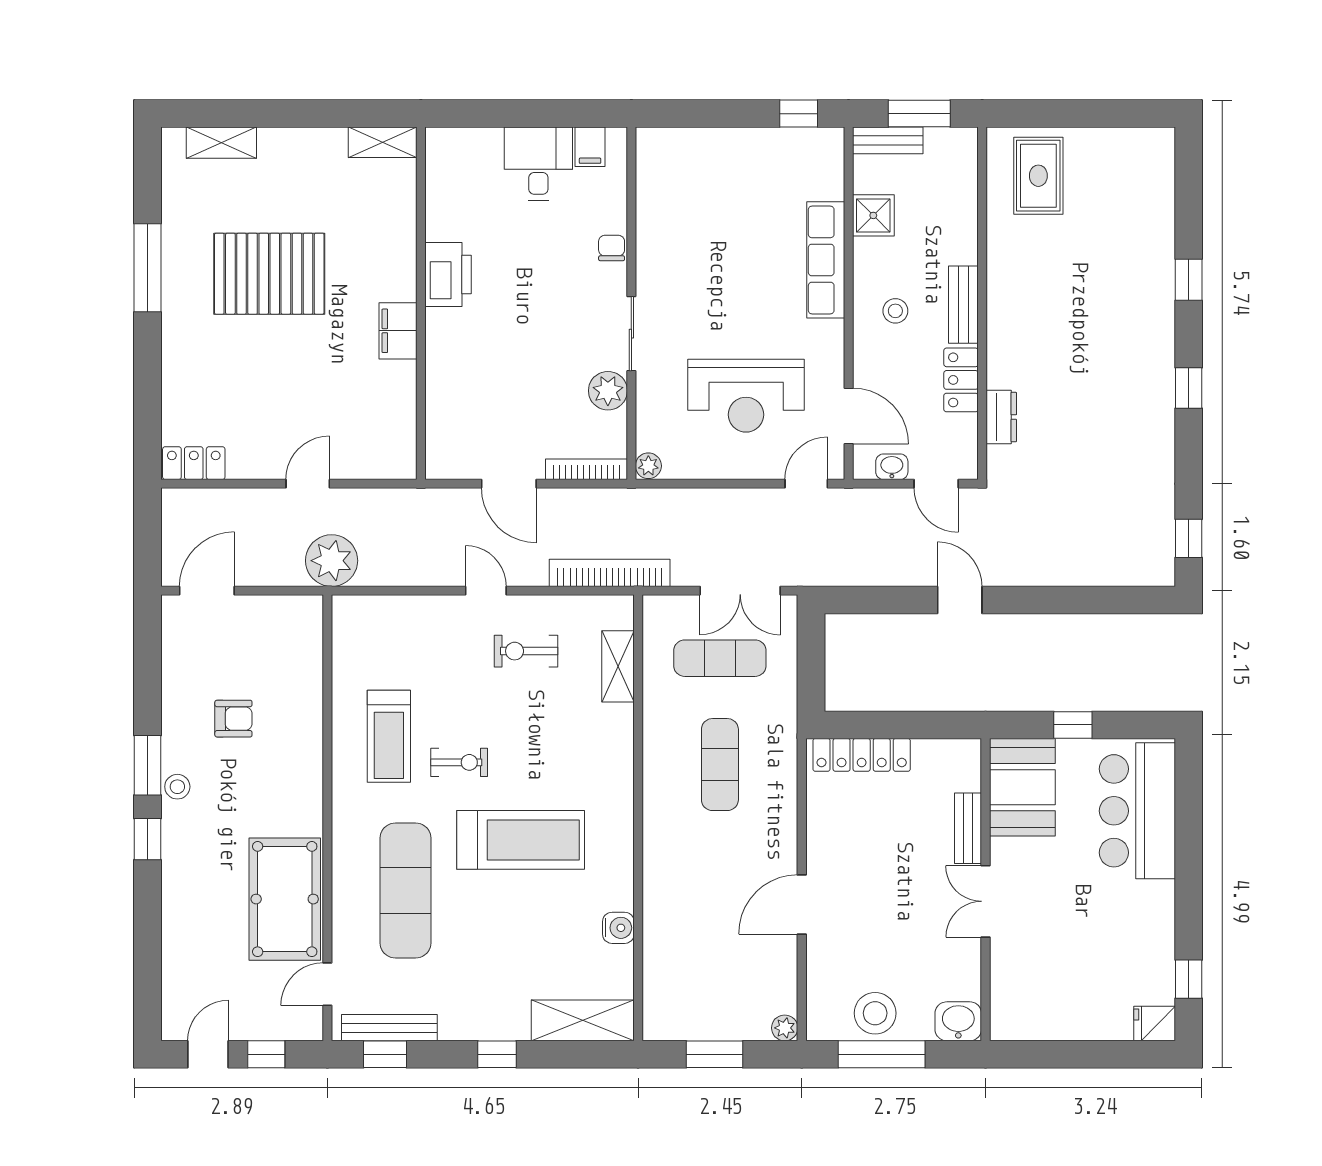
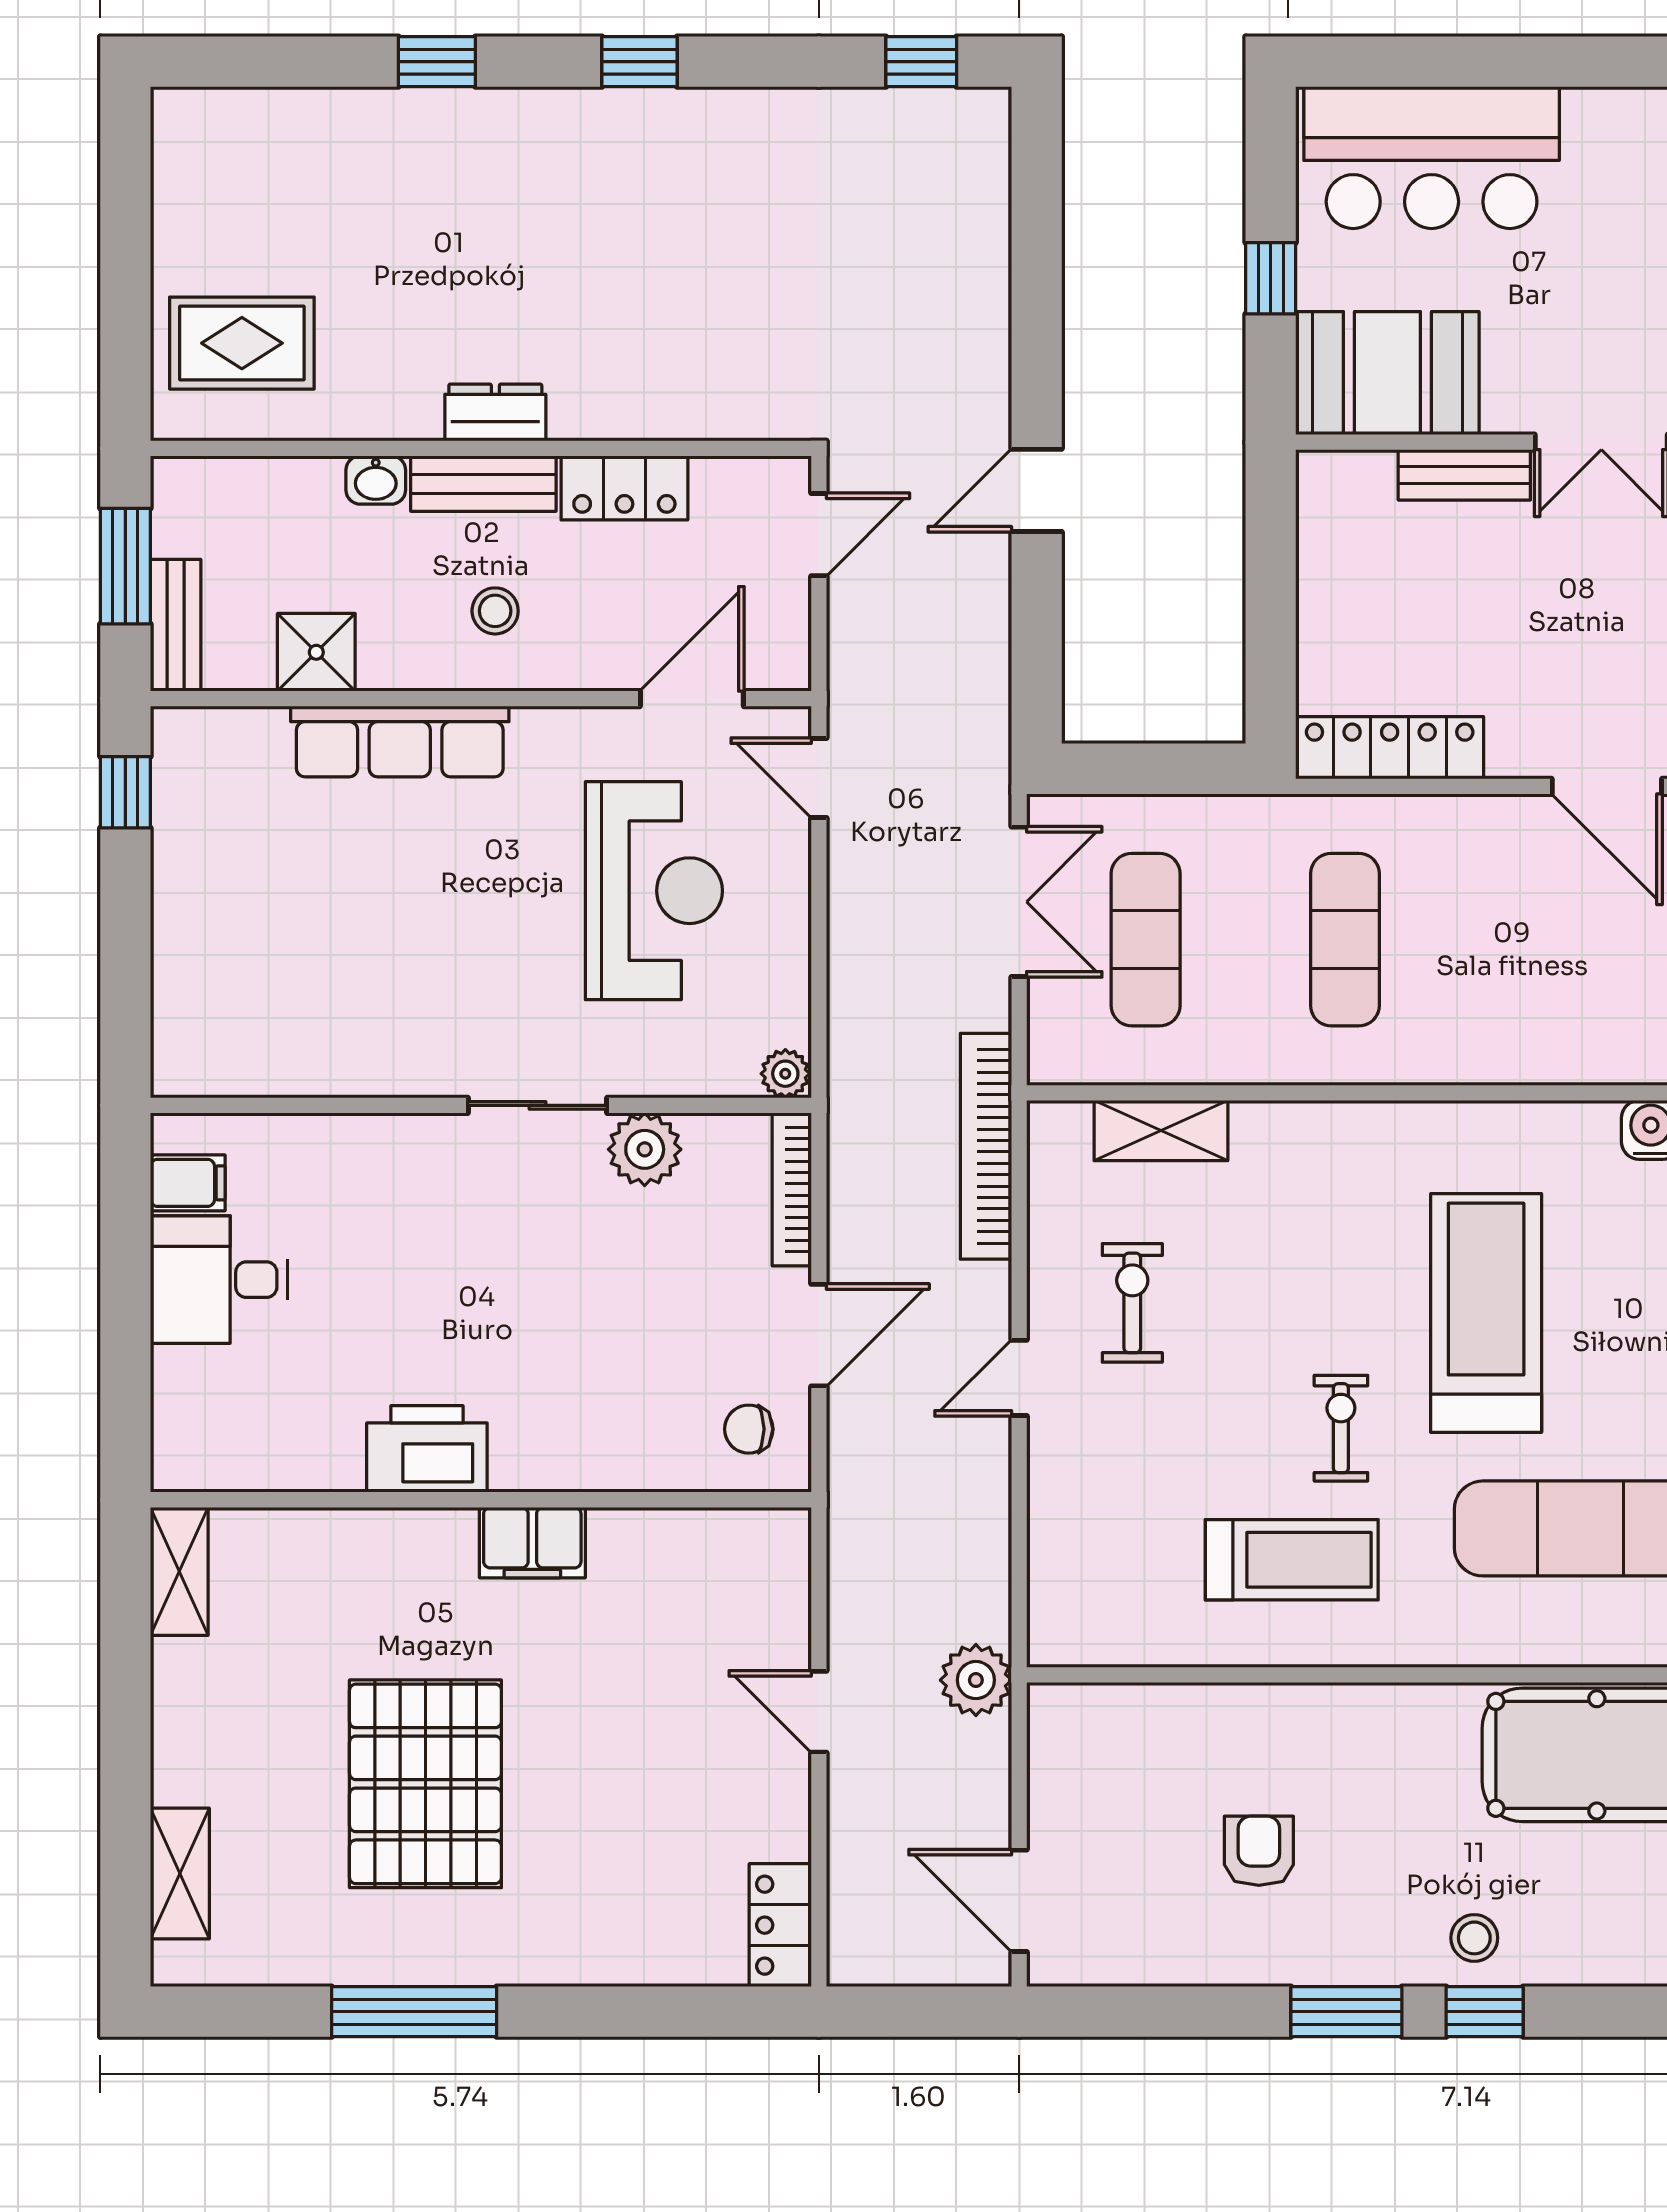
chair: (612, 248) -> (749, 1429), moved
dresser: (1001, 417) -> (495, 412), moved
washbasin: (892, 467) -> (376, 480), moved, turned -90
plant: (332, 561) -> (976, 1680), width x0.73, depth x0.73
exercise bike: (526, 651) -> (1132, 1303), turned 180
locker: (862, 755) -> (1390, 748), moved, turned -90
exercise mat: (720, 765) -> (1345, 940), turned 90
stool: (177, 787) -> (1474, 1938), moved

